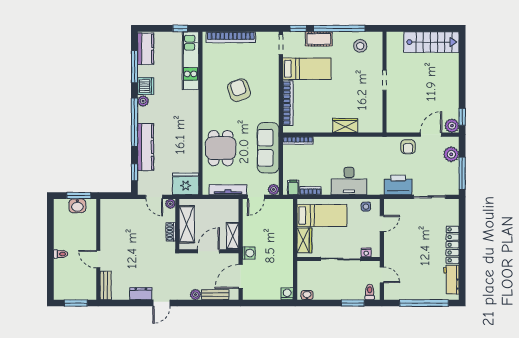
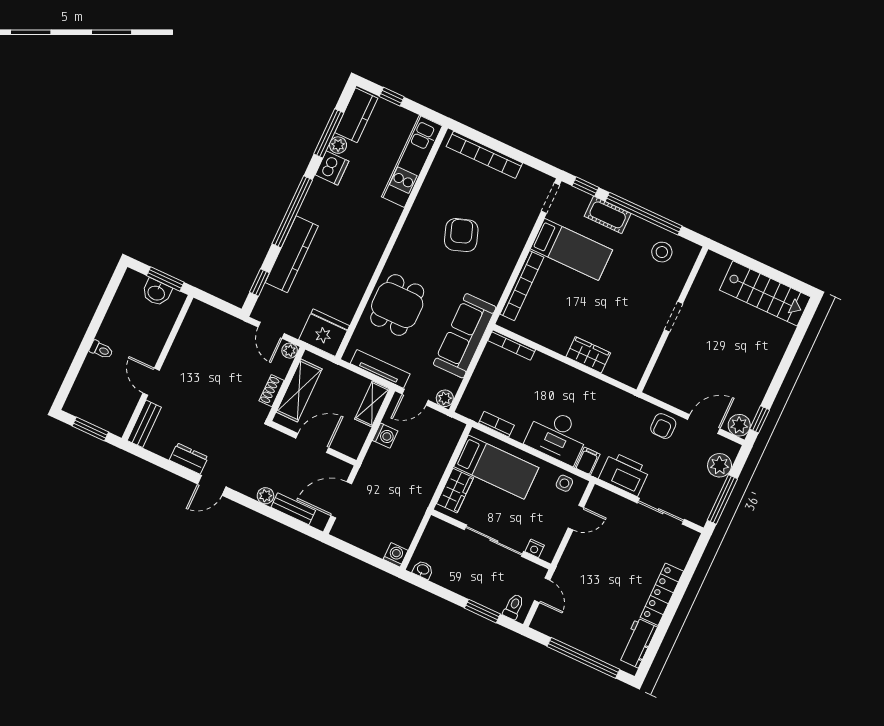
window: (180, 28) -> (392, 97), moved
plant: (143, 101) -> (338, 145), moved
filing cabinet: (293, 187) -> (587, 461), moved
shelving: (233, 236) -> (372, 404), moved
washing machine: (249, 253) -> (385, 436), moved

